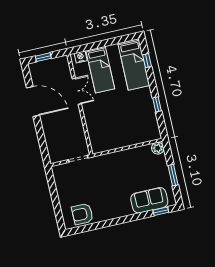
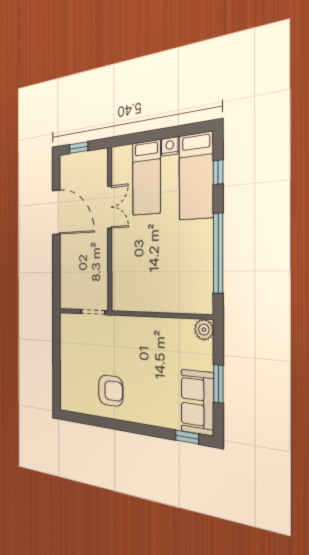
nightstand: (81, 57) -> (170, 146), moved
window: (157, 104) -> (218, 253), width x3.17
sofa: (149, 200) -> (197, 402), moved, turned -90
armchair: (82, 214) -> (111, 391), moved, turned 180

